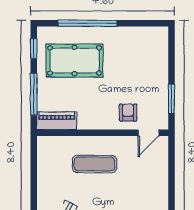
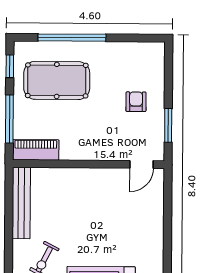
armchair: (128, 113) -> (136, 102), moved
exercise mat: (94, 164) -> (79, 200), removed
bench: (45, 167) -> (21, 203), added

